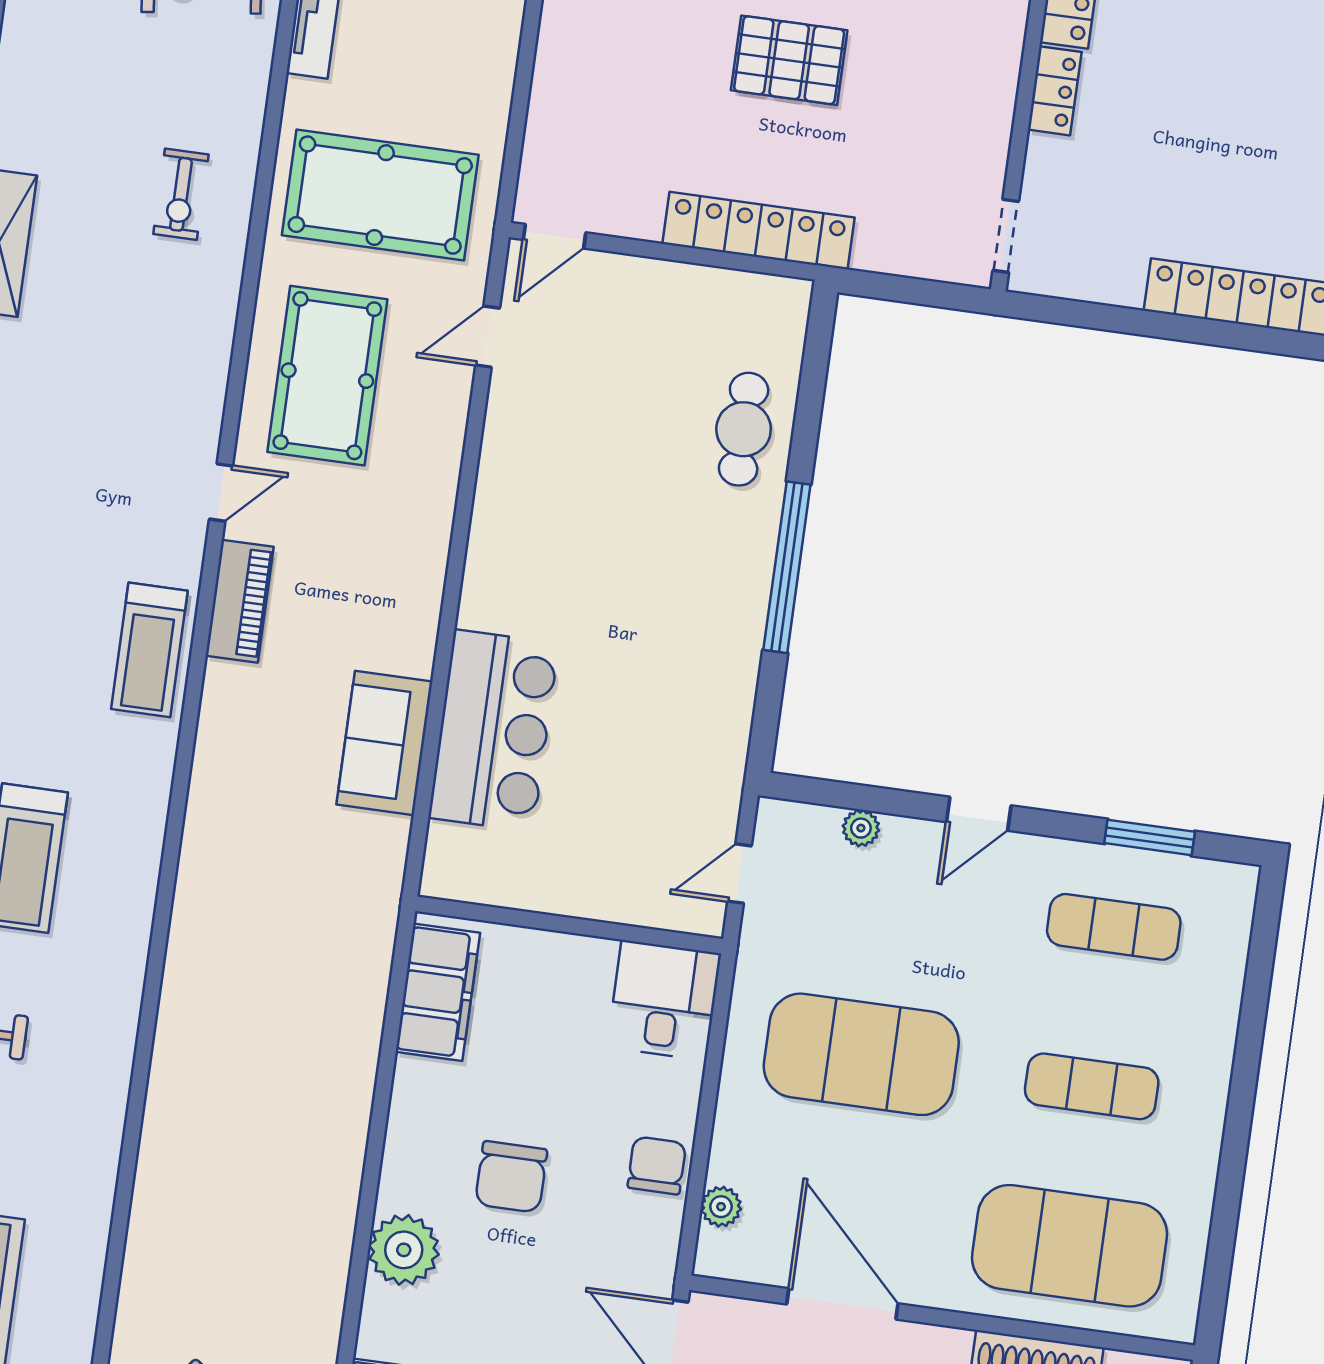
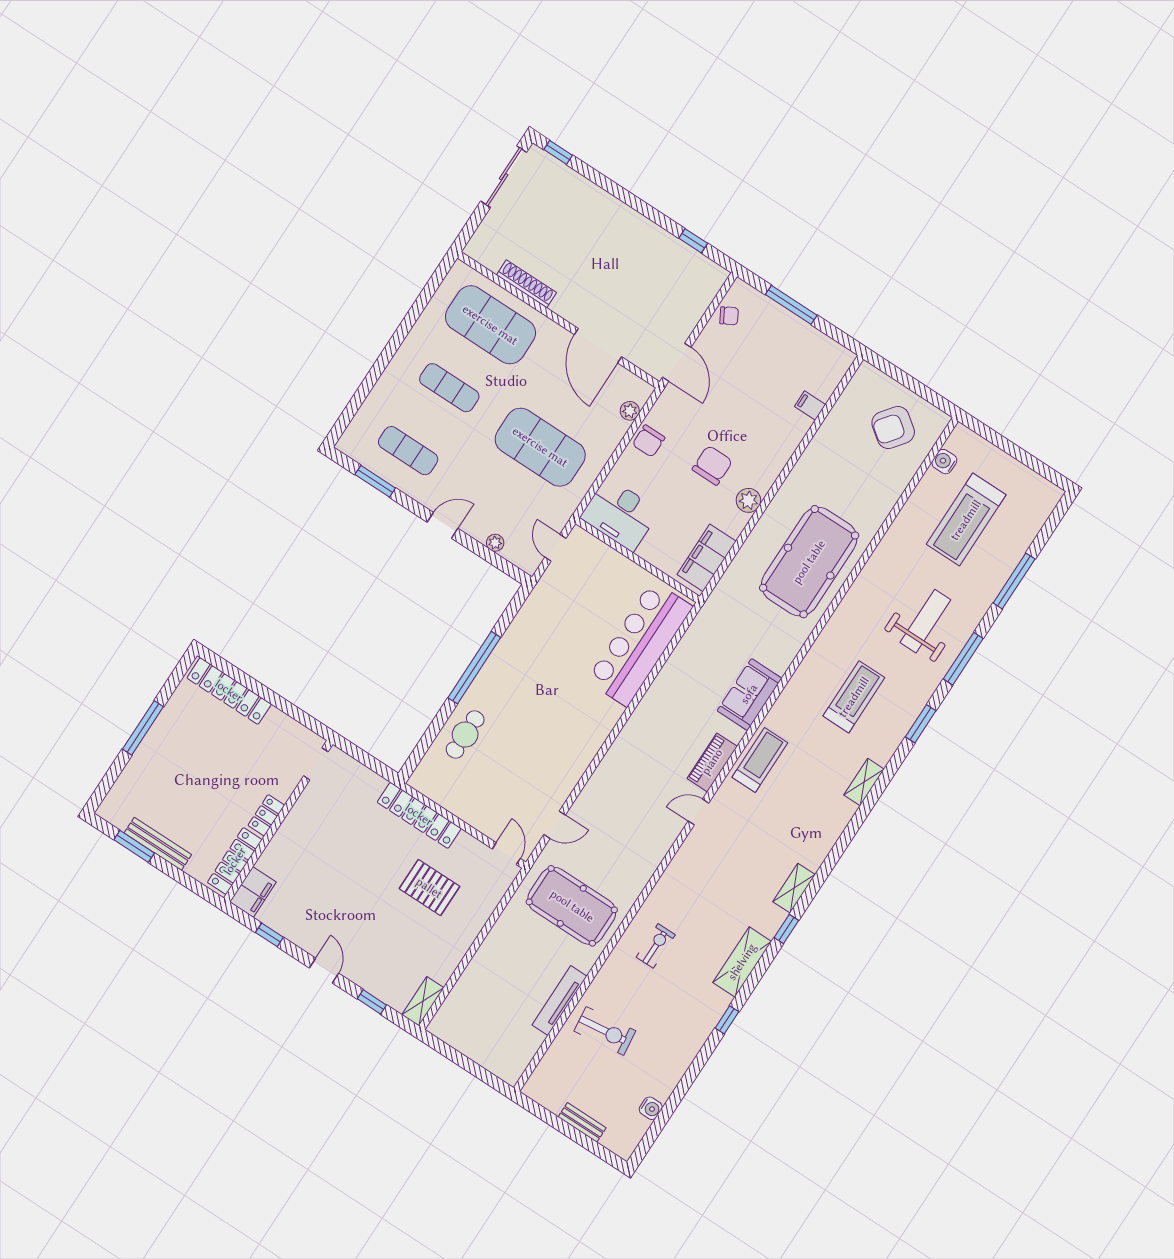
pallet: (789, 60) -> (429, 888), moved
door: (555, 236) -> (506, 854), hinge flipped
pool table: (327, 376) -> (809, 562), moved, width x1.36, depth x1.32
bar counter: (494, 731) -> (640, 644), width x1.36
sofa: (384, 743) -> (749, 694), moved, turned 180
door: (740, 874) -> (555, 548), swing flipped
desk: (664, 1000) -> (620, 514), width x1.37
plant: (404, 1250) -> (748, 500), moved, width x0.73, depth x0.73

